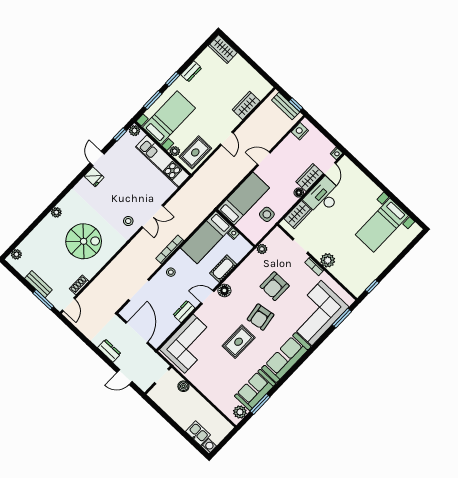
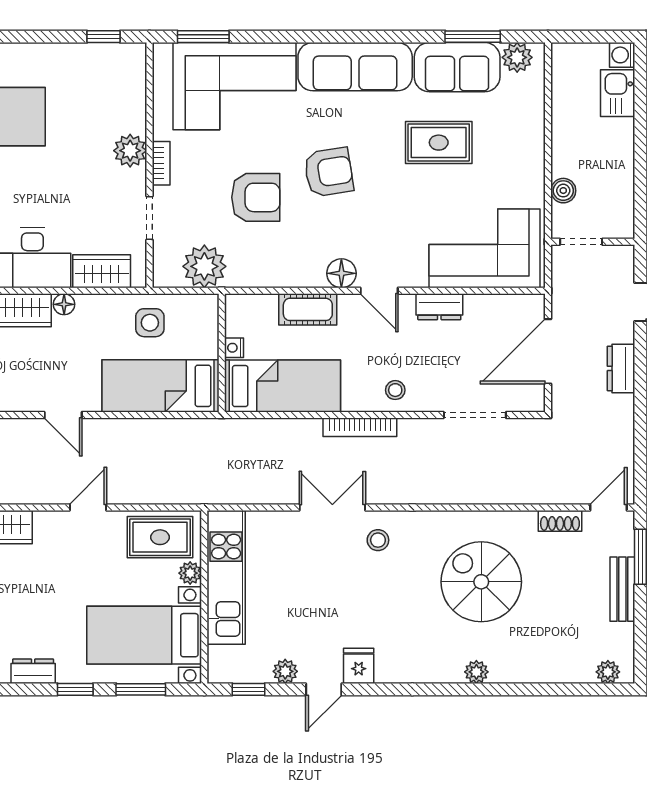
plant: (135, 131) -> (285, 671), moved
plant: (262, 249) -> (204, 266), width x1.88, depth x1.88
rug: (239, 342) -> (439, 143), moved

